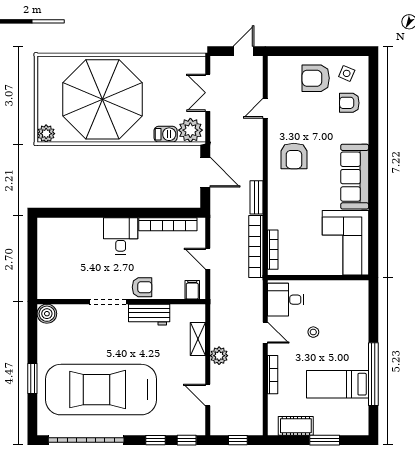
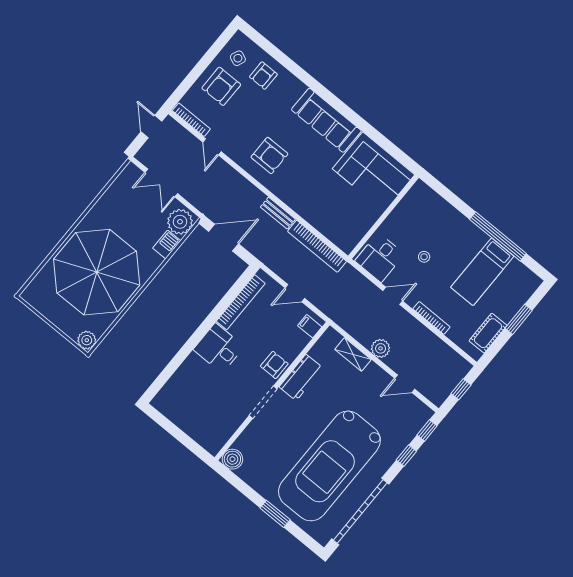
bookcase: (273, 250) -> (191, 120), moved

